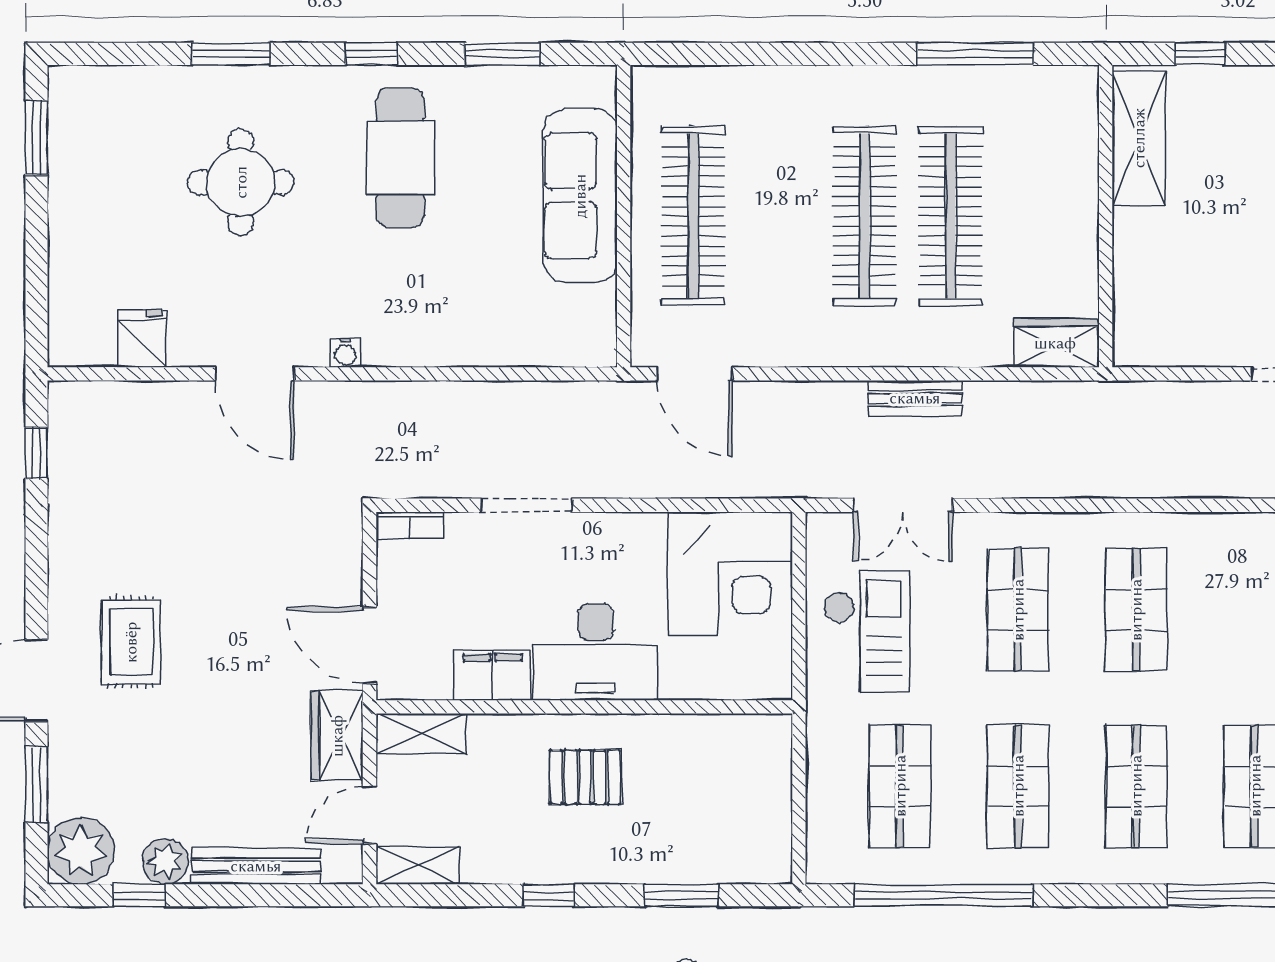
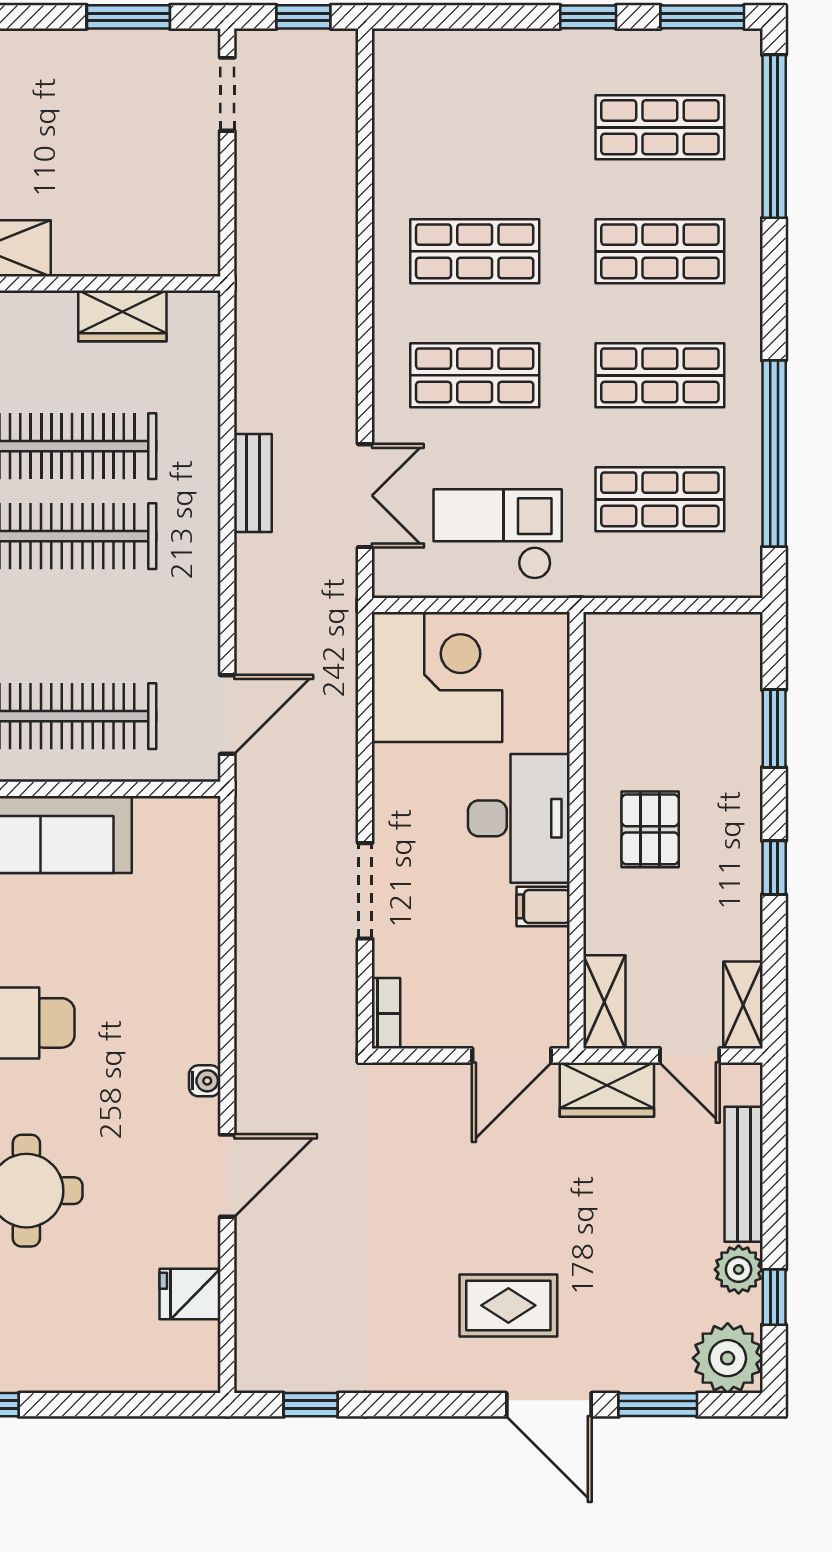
wardrobe: (1055, 343) -> (122, 316), moved, turned -90
filing cabinet: (493, 675) -> (543, 906), width x0.50

